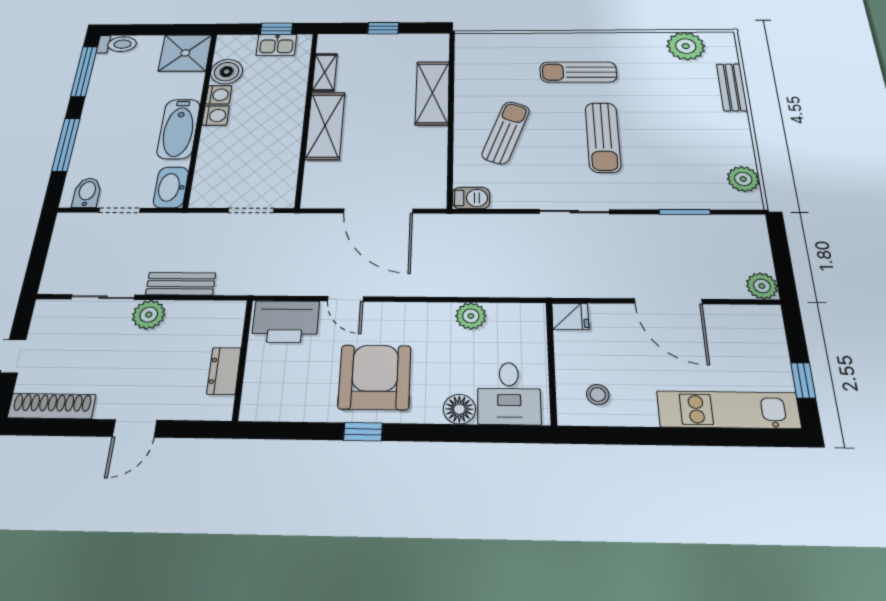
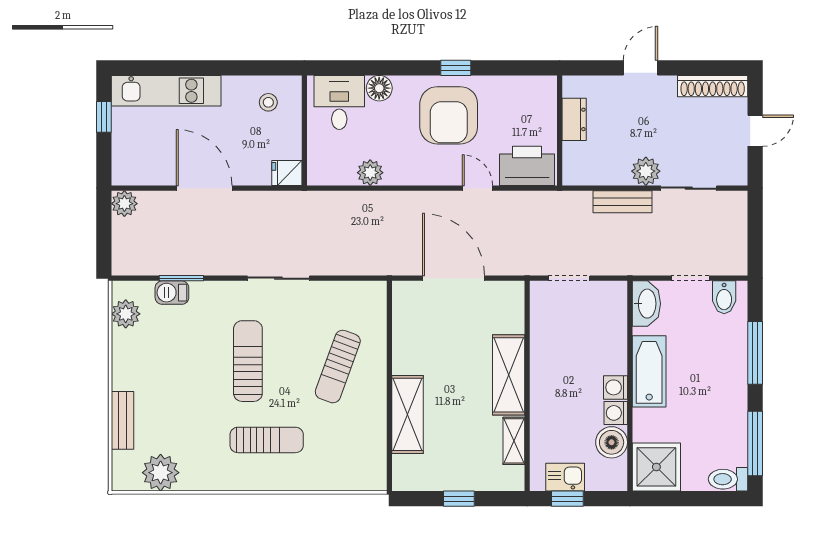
barbecue: (471, 198) -> (172, 293), moved

